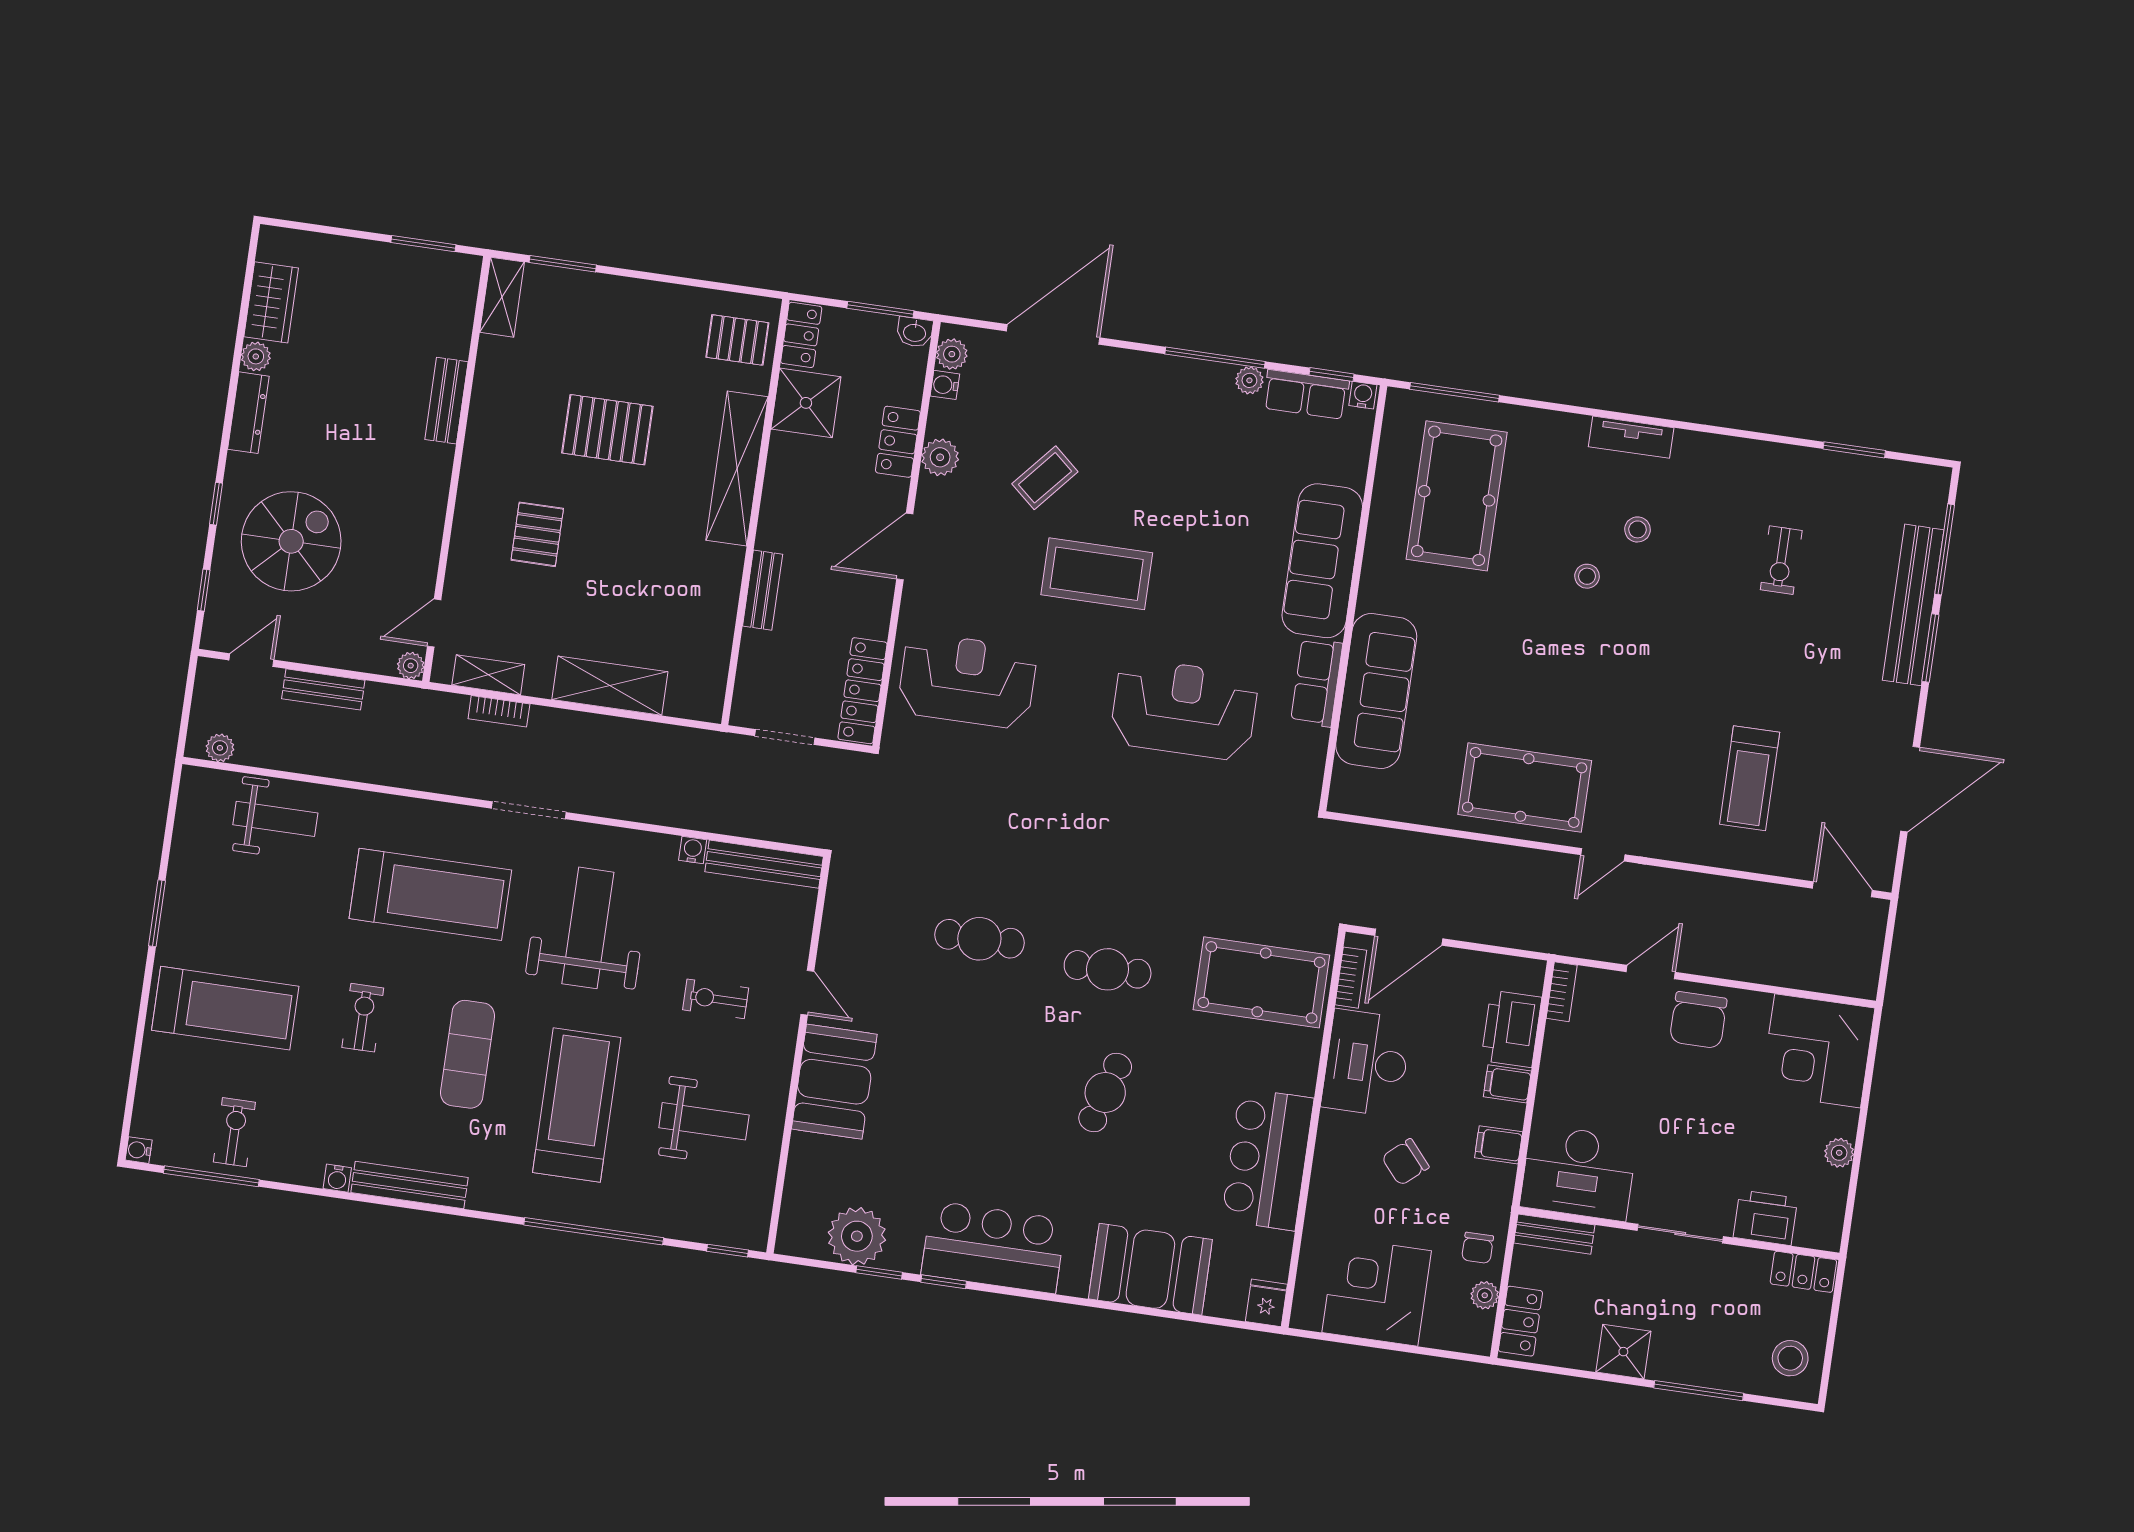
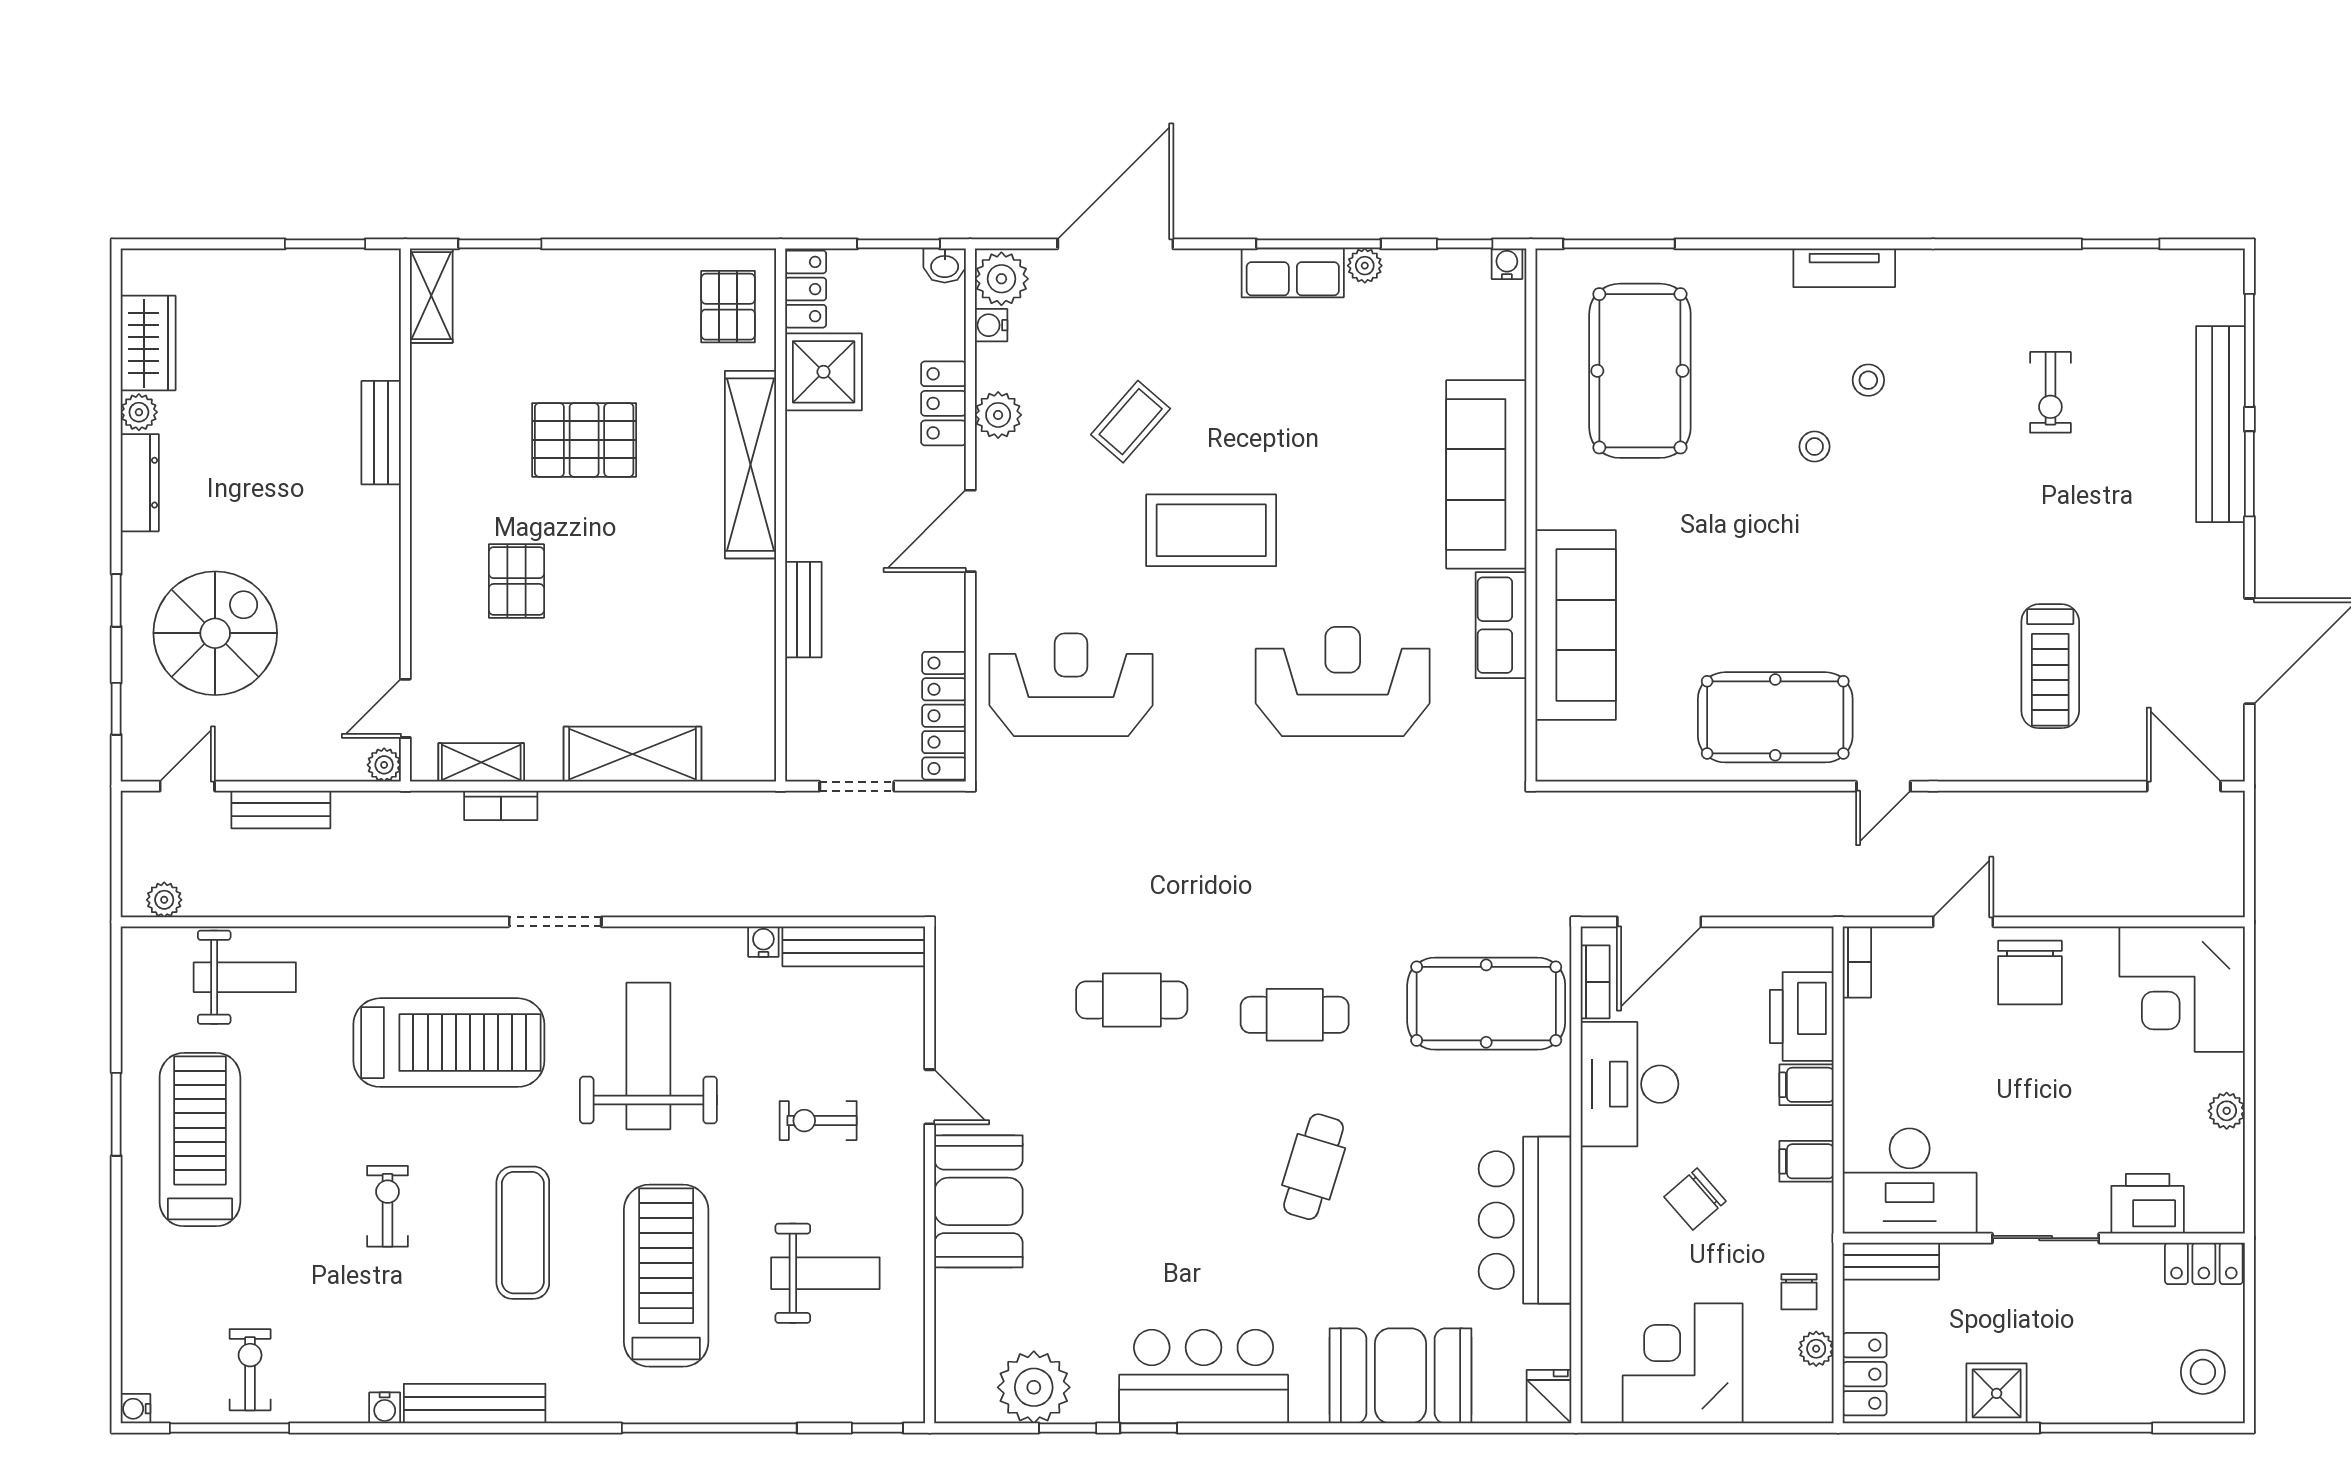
pallet: (737, 340) -> (728, 307), turned 90
plant: (952, 354) -> (1001, 279), width x1.38, depth x1.38
row of seats: (1306, 394) -> (1293, 273), moved
treadmill: (225, 1008) -> (200, 1140), moved, turned -90

